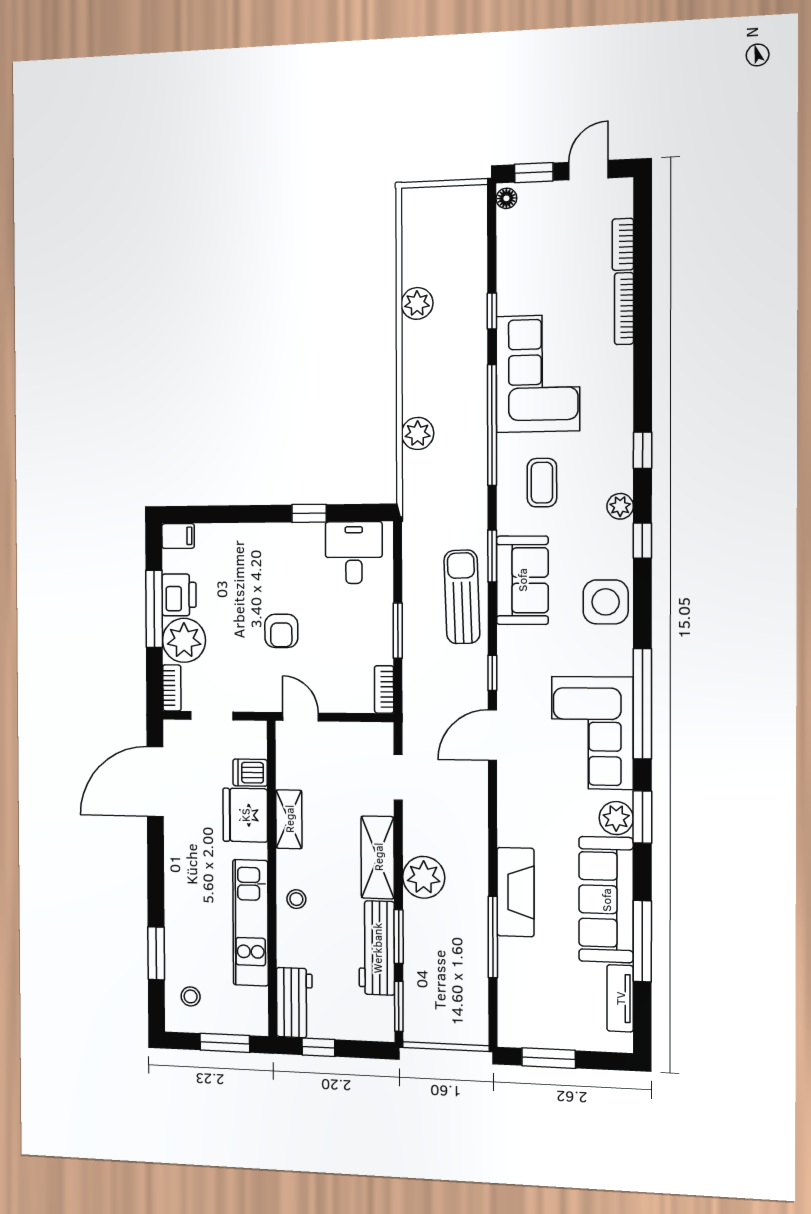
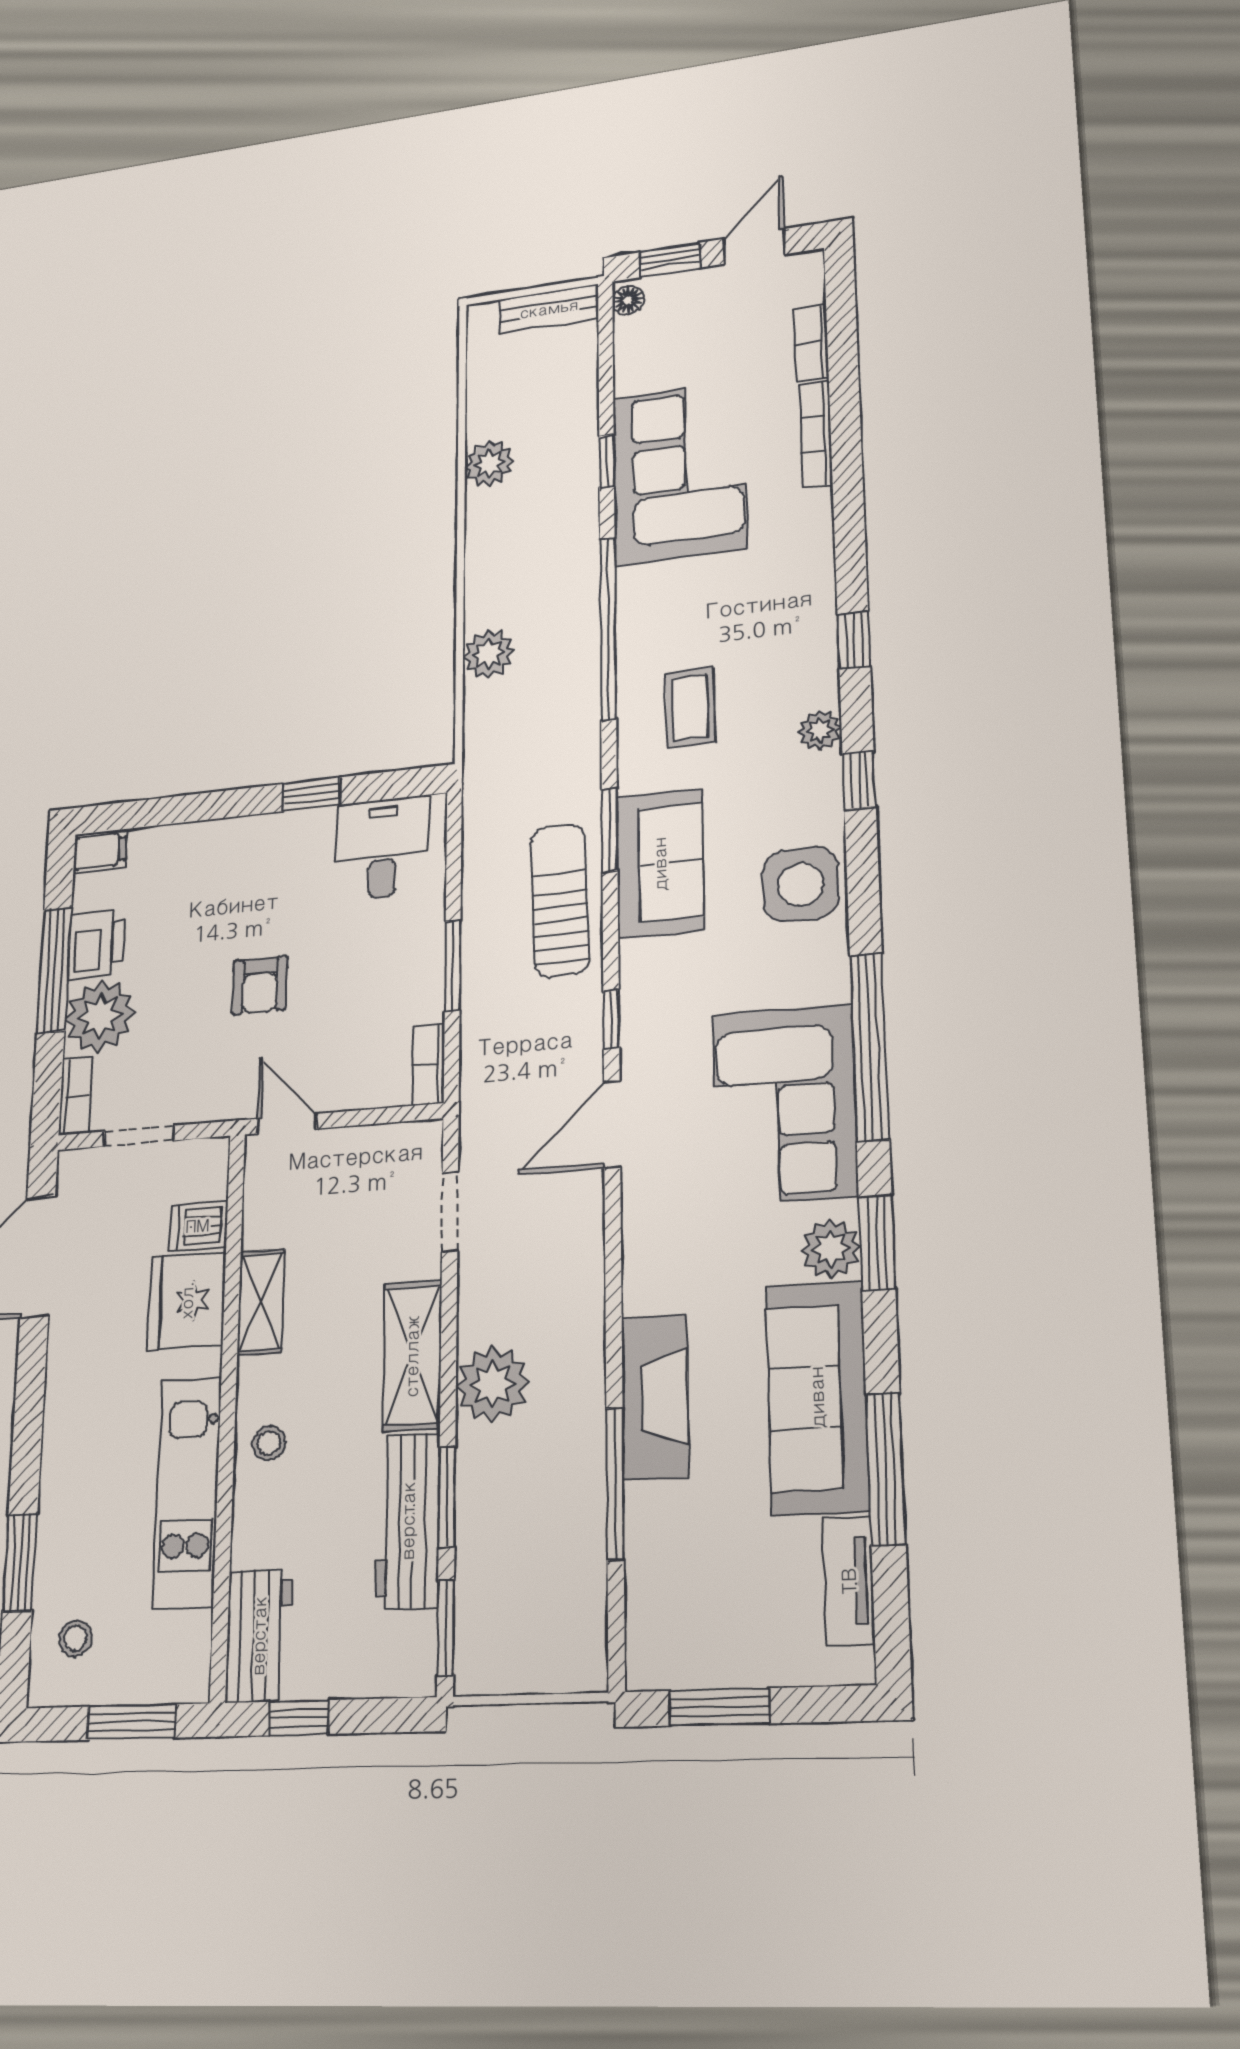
bench: (455, 198) -> (549, 309), added
corner sofa: (538, 374) -> (679, 473), moved

